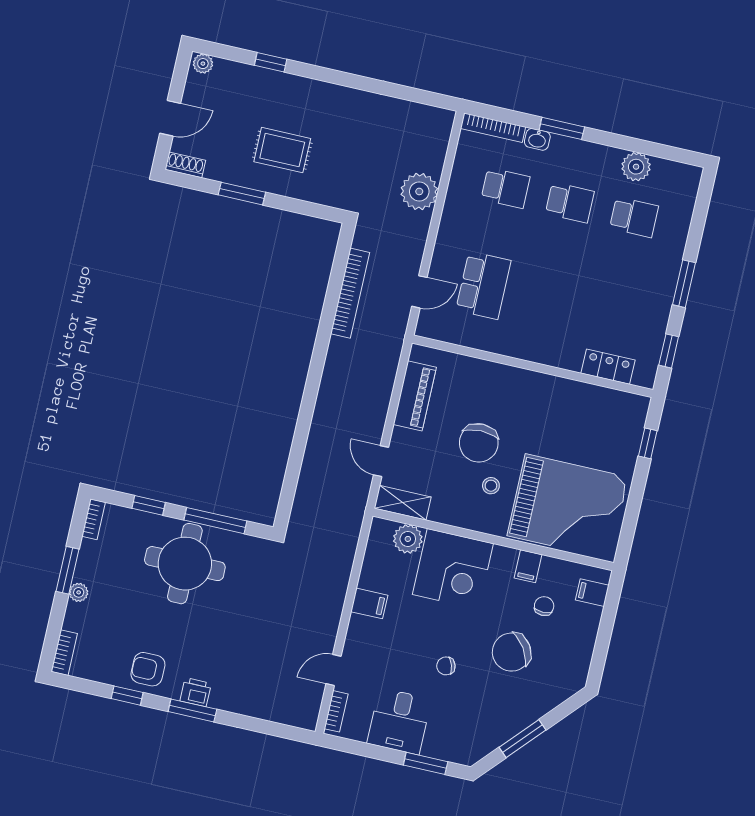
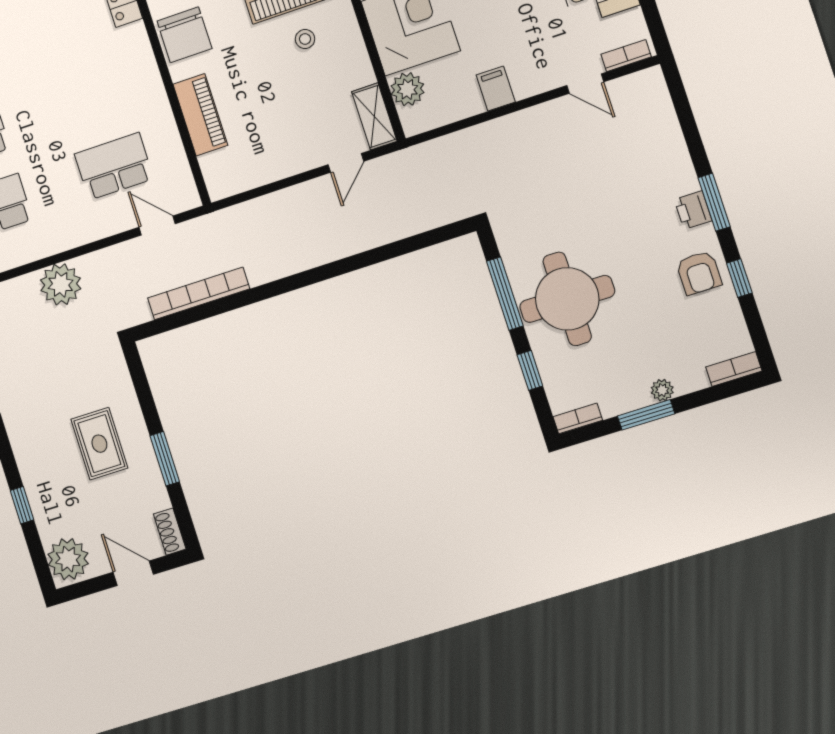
plant: (203, 64) -> (68, 559), width x1.88, depth x1.88
piano: (415, 396) -> (200, 115), moved, turned 90
chair: (479, 443) -> (184, 35), moved, turned 90

